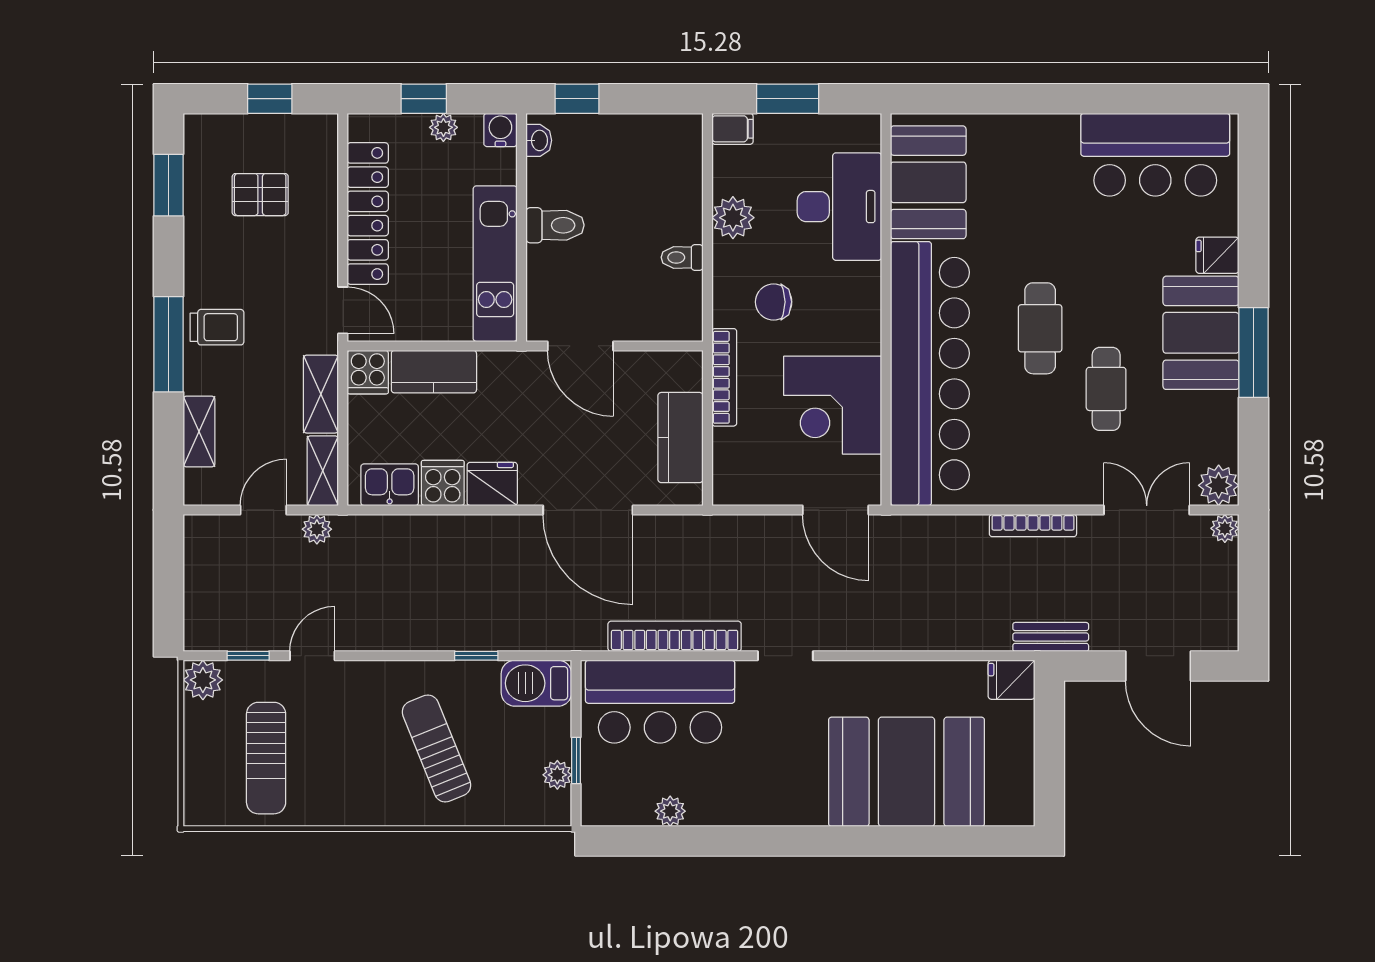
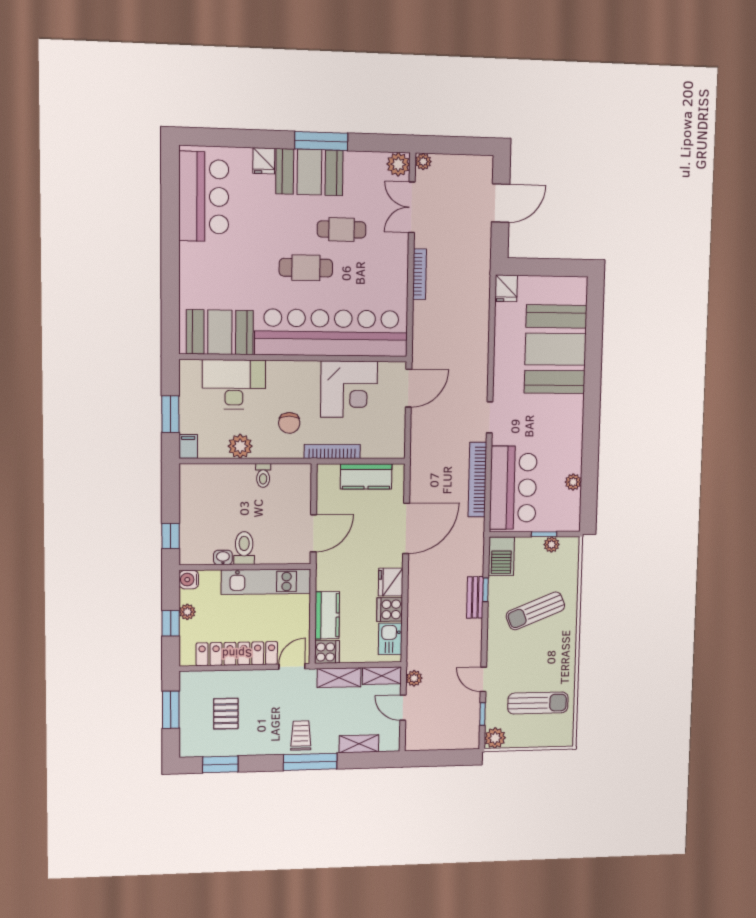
window: (270, 99) -> (171, 710), width x1.50
washbasin: (539, 140) -> (223, 557), moved
bench: (1051, 637) -> (475, 597), moved

